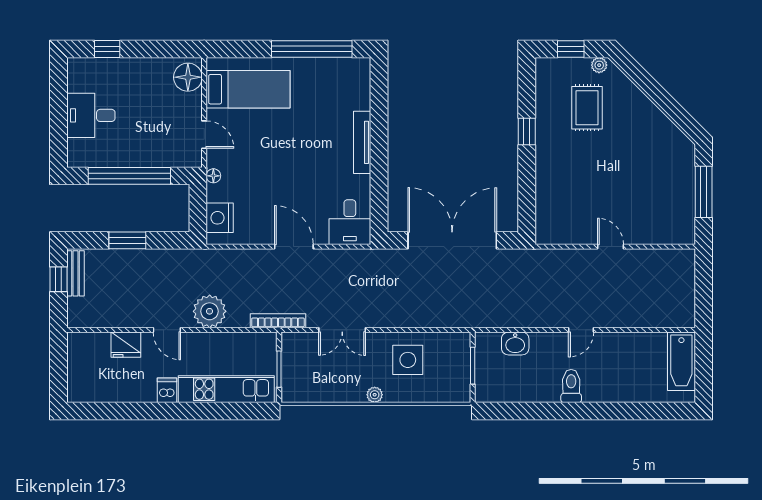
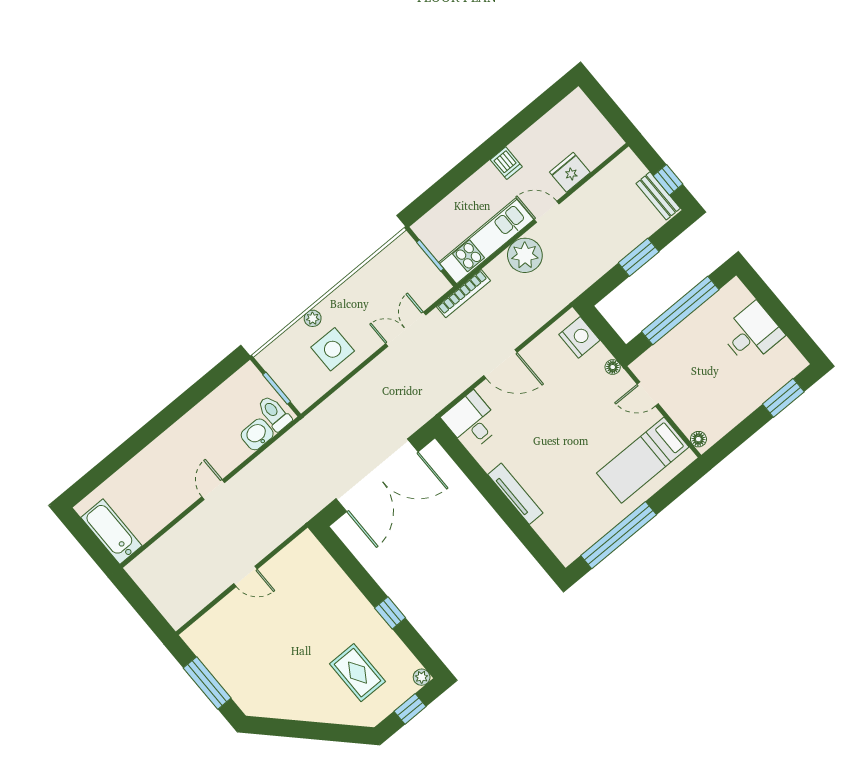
window: (107, 49) -> (783, 398), width x1.50
plant: (599, 65) -> (422, 677), moved
floor lamp: (188, 77) -> (698, 439), width x0.53, depth x0.53
toilet: (571, 386) -> (274, 413), moved, turned 180
kitchen unit: (226, 389) -> (486, 241), moved, turned 180
plant: (375, 395) -> (313, 318), moved

